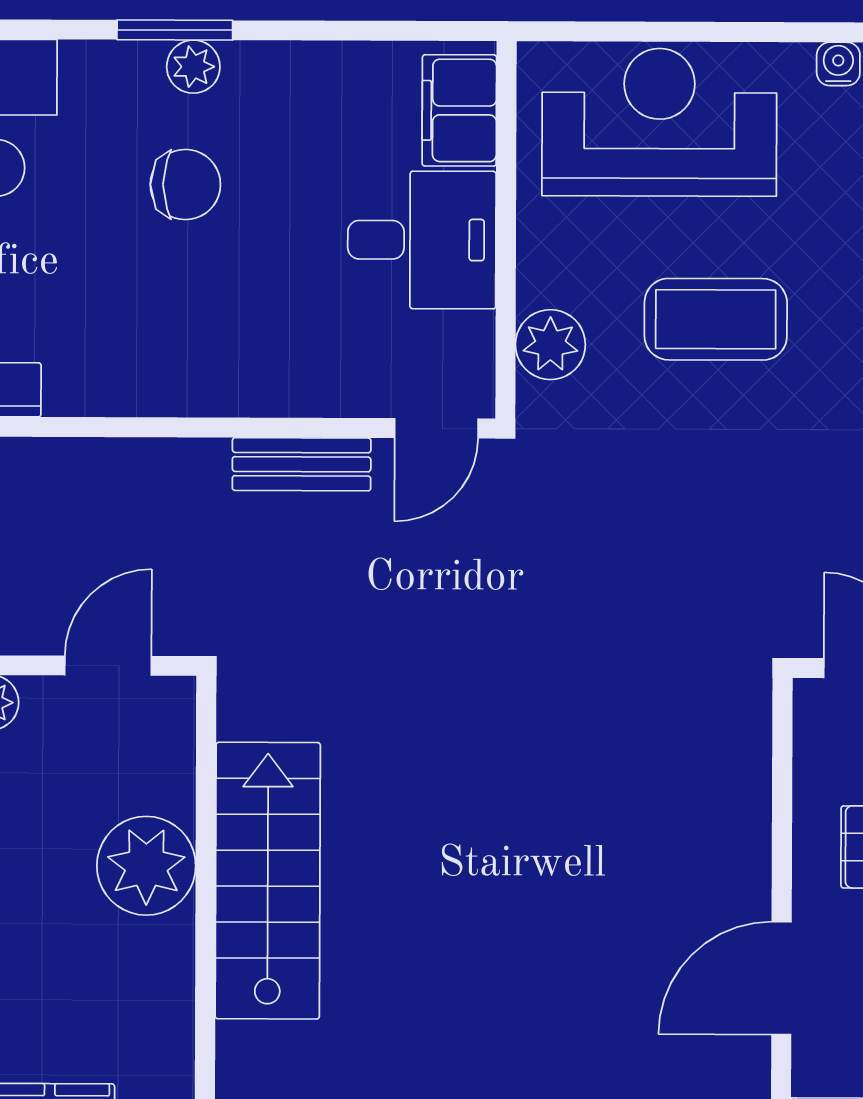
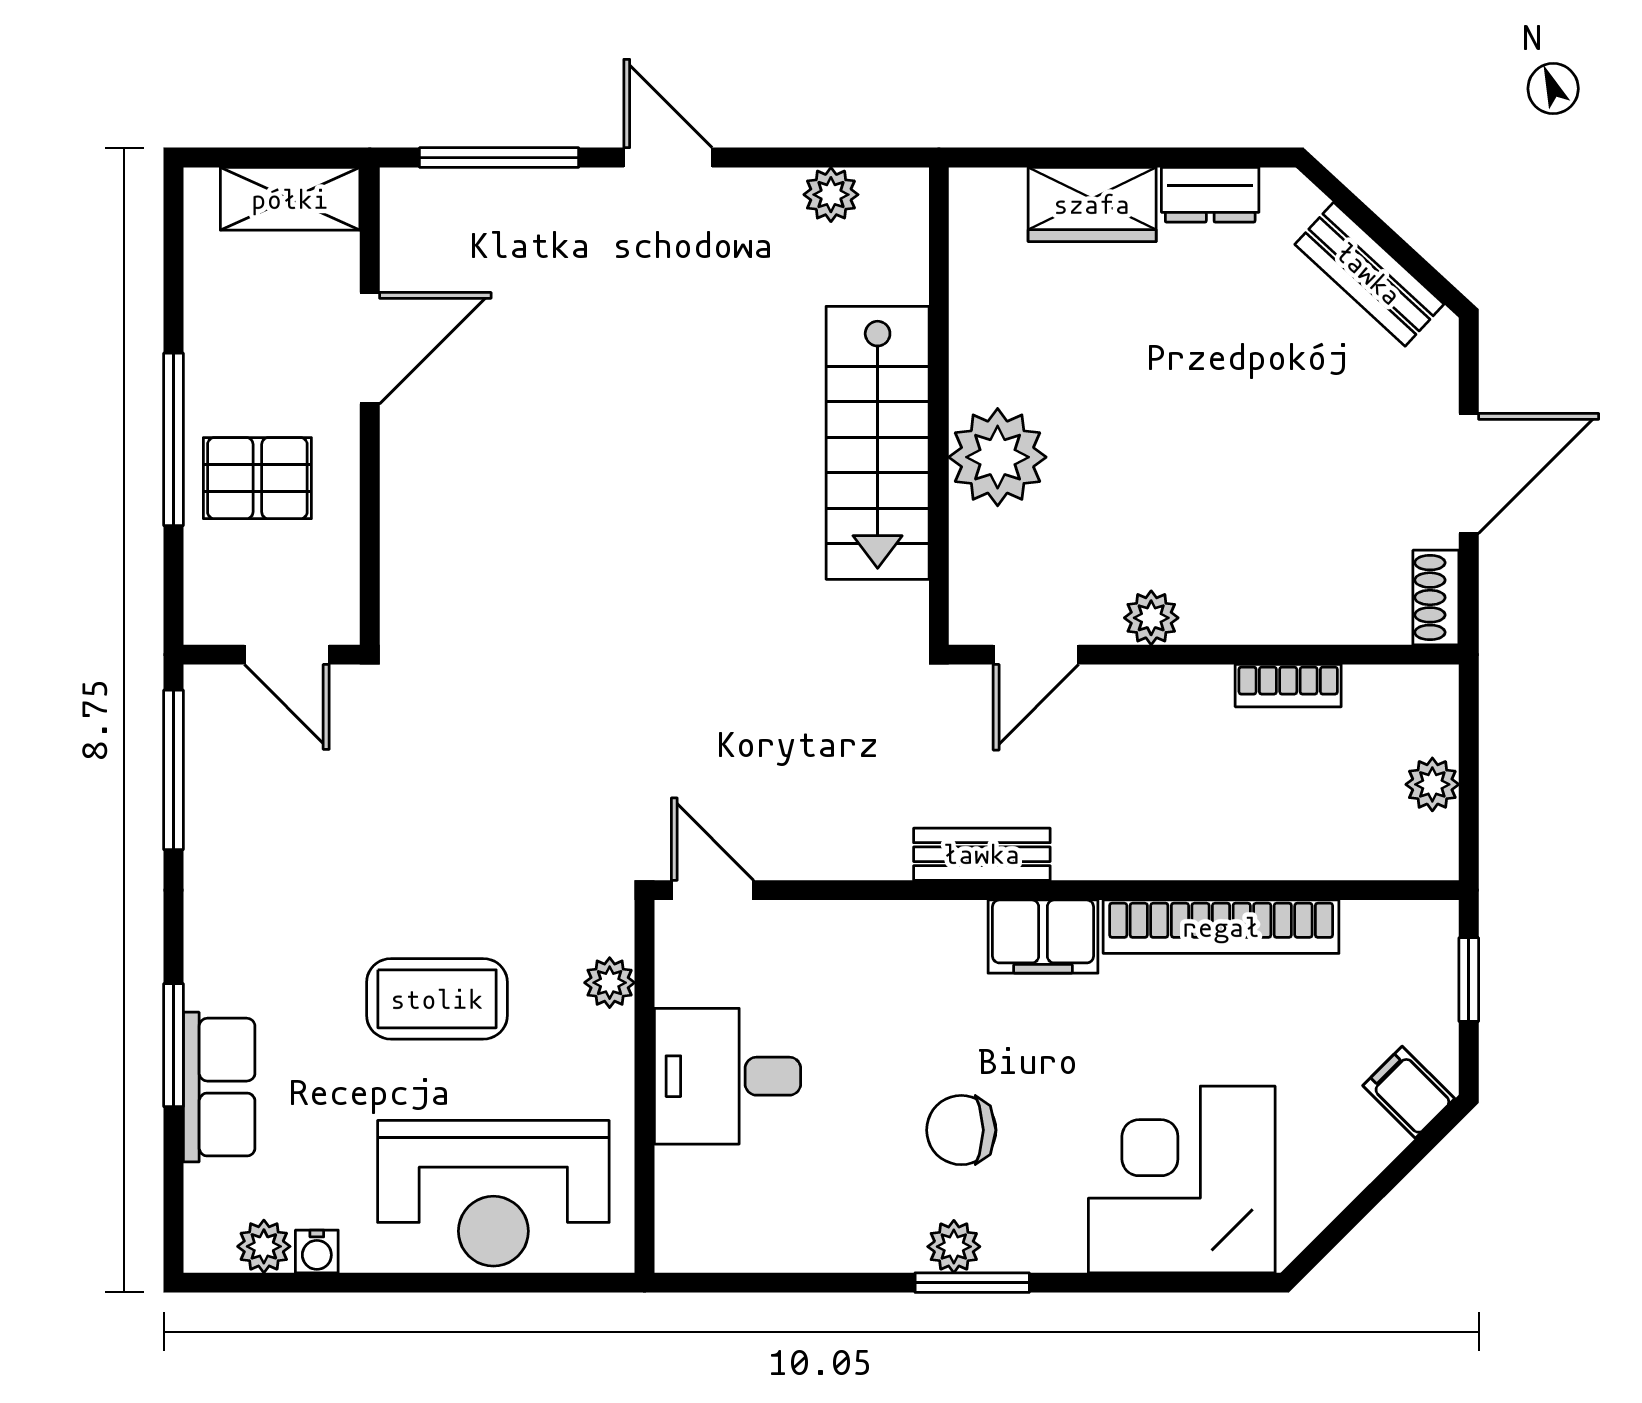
filing cabinet: (459, 110) -> (1043, 937), moved, turned 90
plant: (550, 345) -> (610, 983), width x0.73, depth x0.73
door: (436, 428) -> (713, 890), hinge flipped
bench: (302, 464) -> (982, 854), moved

